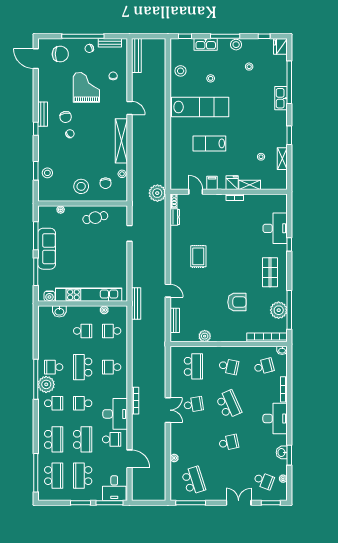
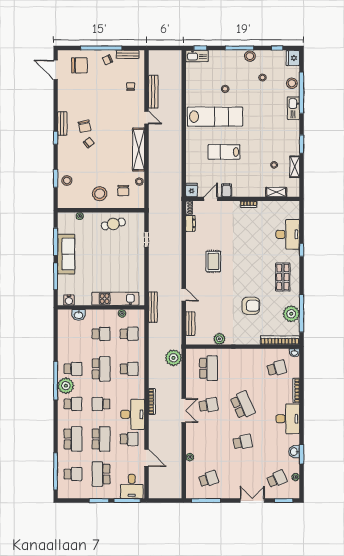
kitchen sink: (206, 44) -> (197, 56), moved
bench: (136, 55) -> (153, 92), moved
stool: (181, 71) -> (292, 83), moved
grand piano: (86, 87) -> (105, 98), removed
fridge: (232, 183) -> (192, 190), moved
shelving: (250, 185) -> (276, 192), moved
door: (196, 192) -> (211, 199), hinge flipped
plant: (157, 193) -> (173, 358), moved
kitchen unit: (89, 295) -> (115, 299), width x0.73
school desk: (112, 331) -> (129, 334), turned 180
school desk: (229, 366) -> (243, 368), removed
school desk: (54, 367) -> (73, 369), turned 180
school desk: (83, 367) -> (101, 369), turned 180
school desk: (112, 367) -> (129, 369), turned 180
school desk: (54, 476) -> (73, 474), width x0.54
school desk: (193, 481) -> (209, 479), width x0.54
school desk: (264, 481) -> (277, 479), turned -45

